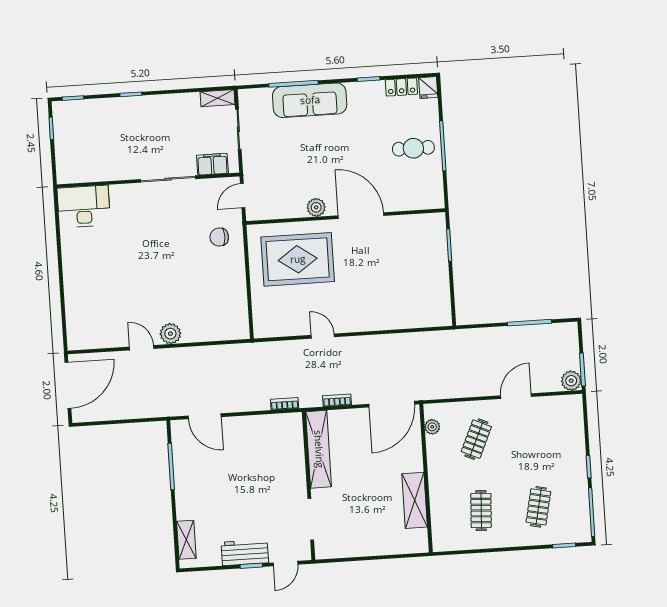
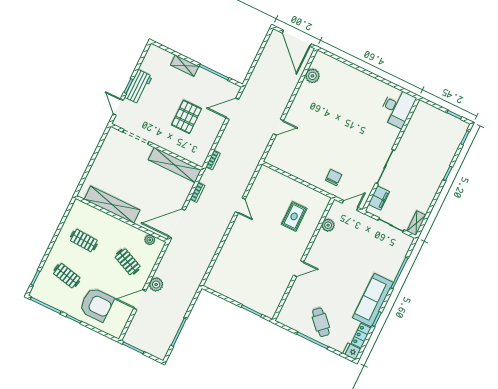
sofa: (310, 100) -> (373, 300), moved
cafe table: (413, 148) -> (321, 322), turned -43
door: (243, 196) -> (350, 205), hinge flipped
plant: (316, 207) -> (328, 225), moved
door: (361, 216) -> (299, 269), width x0.53
rug: (298, 259) -> (294, 216), width x0.54, depth x0.49
plant: (170, 334) -> (312, 76), moved
door: (323, 336) -> (240, 206), hinge flipped
door: (142, 348) -> (278, 127), moved
plant: (571, 381) -> (156, 284), moved
door: (516, 396) -> (140, 300), swing flipped
door: (392, 404) -> (177, 223), hinge flipped
armchair: (554, 448) -> (97, 305), added
pallet: (248, 469) -> (187, 117), added
shelving: (415, 500) -> (112, 205), width x1.47
shelving: (186, 540) -> (185, 66), moved

